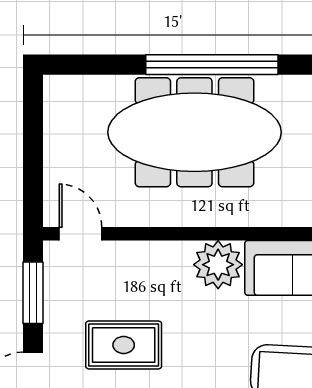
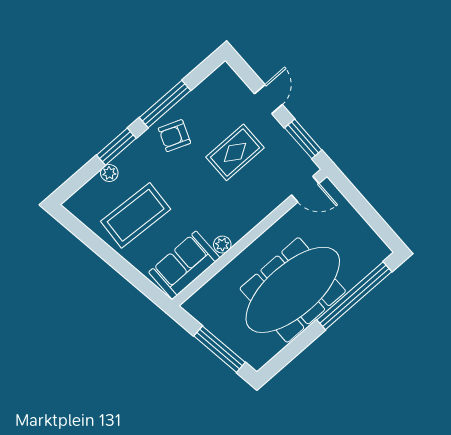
window: (212, 65) -> (354, 296), moved
plant: (218, 265) -> (222, 245), width x0.53, depth x0.53

